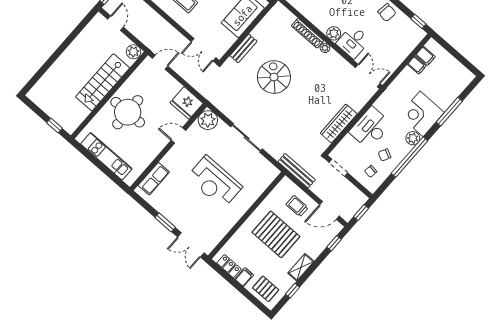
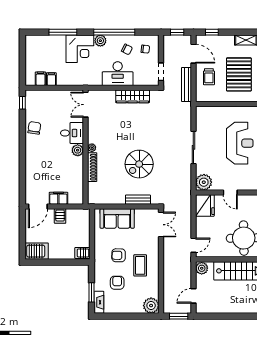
door: (160, 62) -> (193, 245), swing flipped
bench: (297, 171) -> (186, 85), moved

